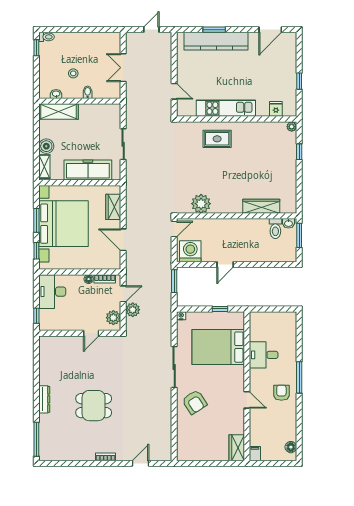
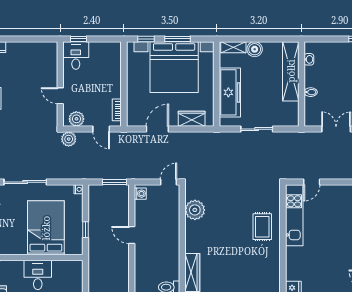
stool: (73, 73) -> (330, 77), removed
kitchen unit: (226, 108) -> (294, 215), moved
shelving: (58, 111) -> (291, 71), width x1.47
door: (174, 229) -> (168, 182), swing flipped
washing machine: (190, 251) -> (140, 194), width x0.53, depth x0.53
floor lamp: (89, 279) -> (117, 93), removed
desk: (52, 292) -> (76, 55), moved, width x0.73
plant: (133, 310) -> (69, 139), moved

